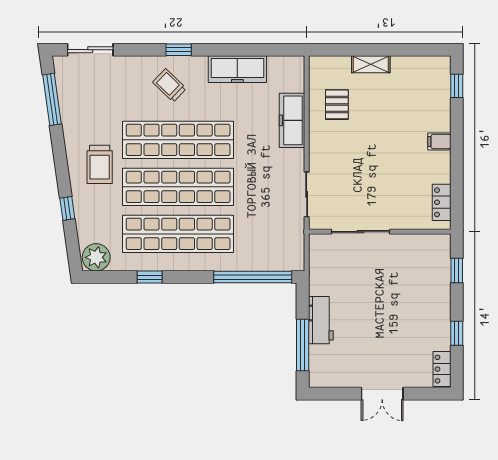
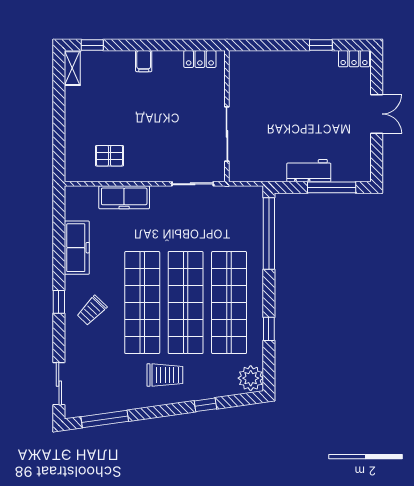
shelving: (371, 64) -> (72, 68), moved
window: (457, 271) -> (263, 45), removed

